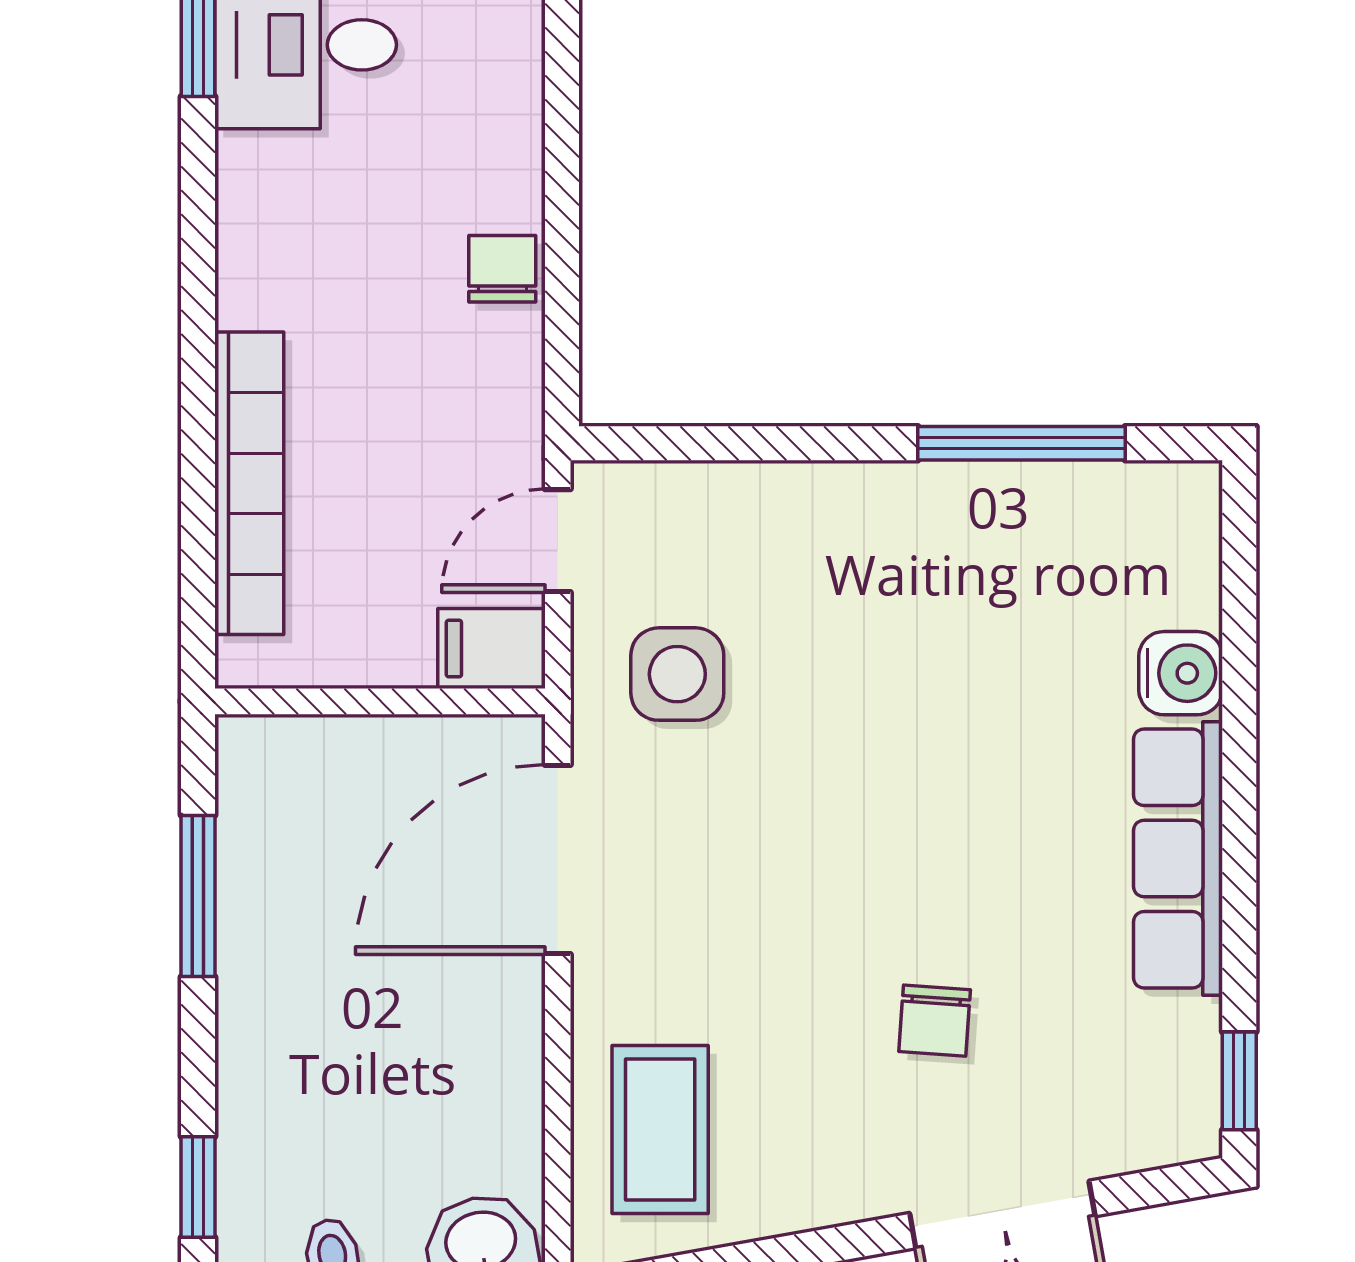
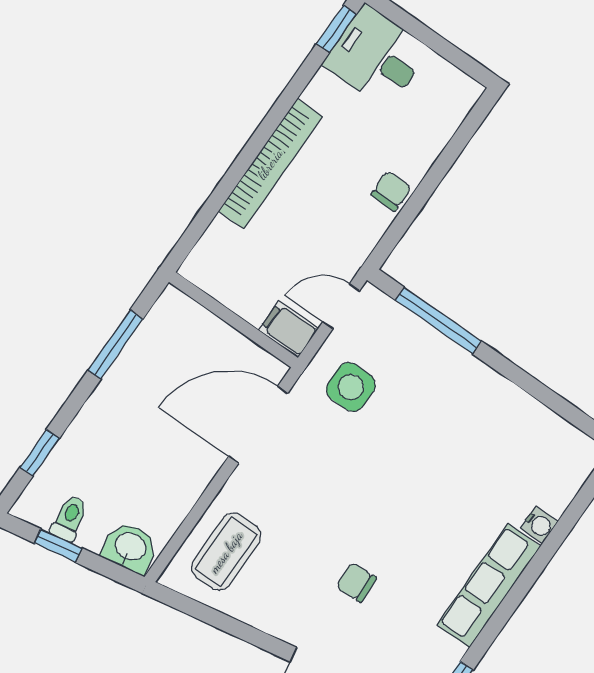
window: (1021, 443) -> (438, 320), moved
bookcase: (249, 483) -> (270, 164), moved
water cooler: (1181, 673) -> (539, 525), width x0.72, depth x0.72
chair: (935, 1021) -> (356, 582), turned 83

